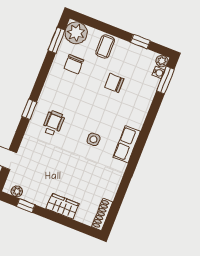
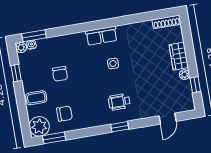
plant: (17, 191) -> (184, 75), moved

